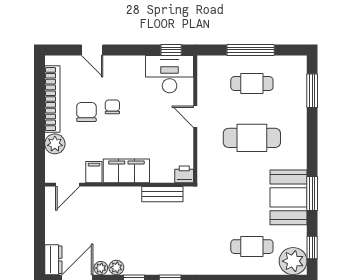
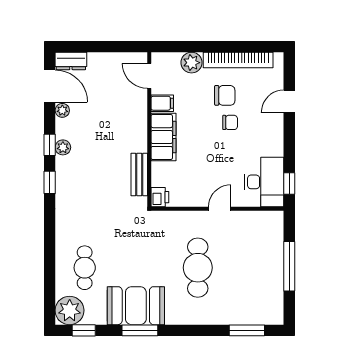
cafe table: (252, 84) -> (254, 268), removed
plant: (116, 267) -> (63, 147), moved

